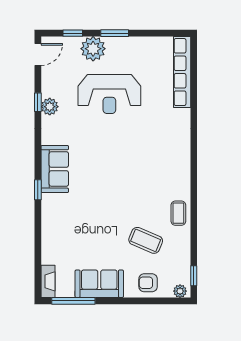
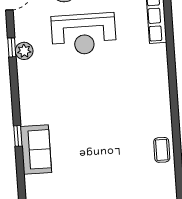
sofa: (55, 169) -> (36, 150), moved
coffee table: (146, 240) -> (130, 180), removed

